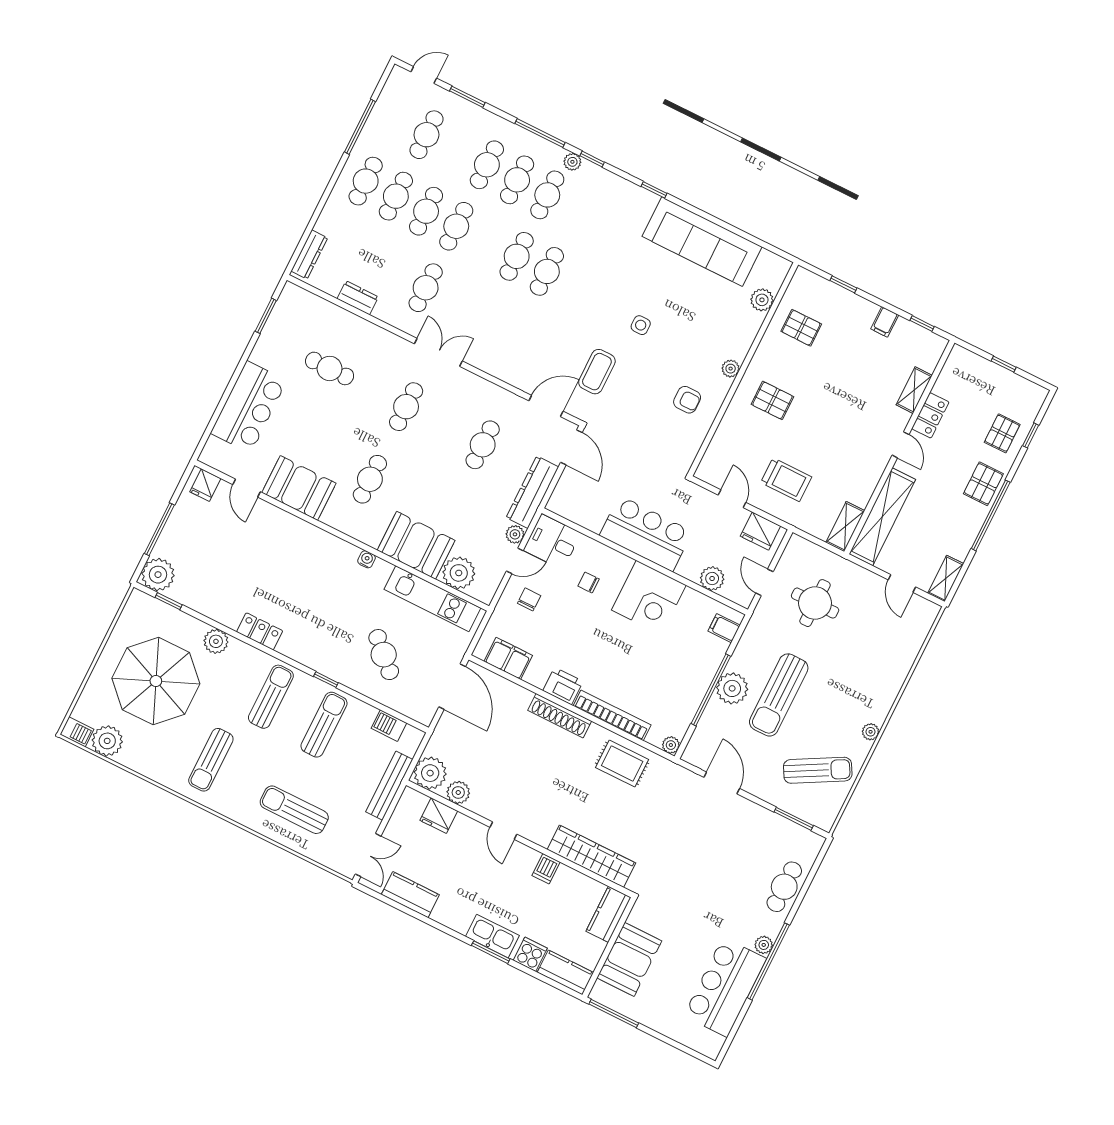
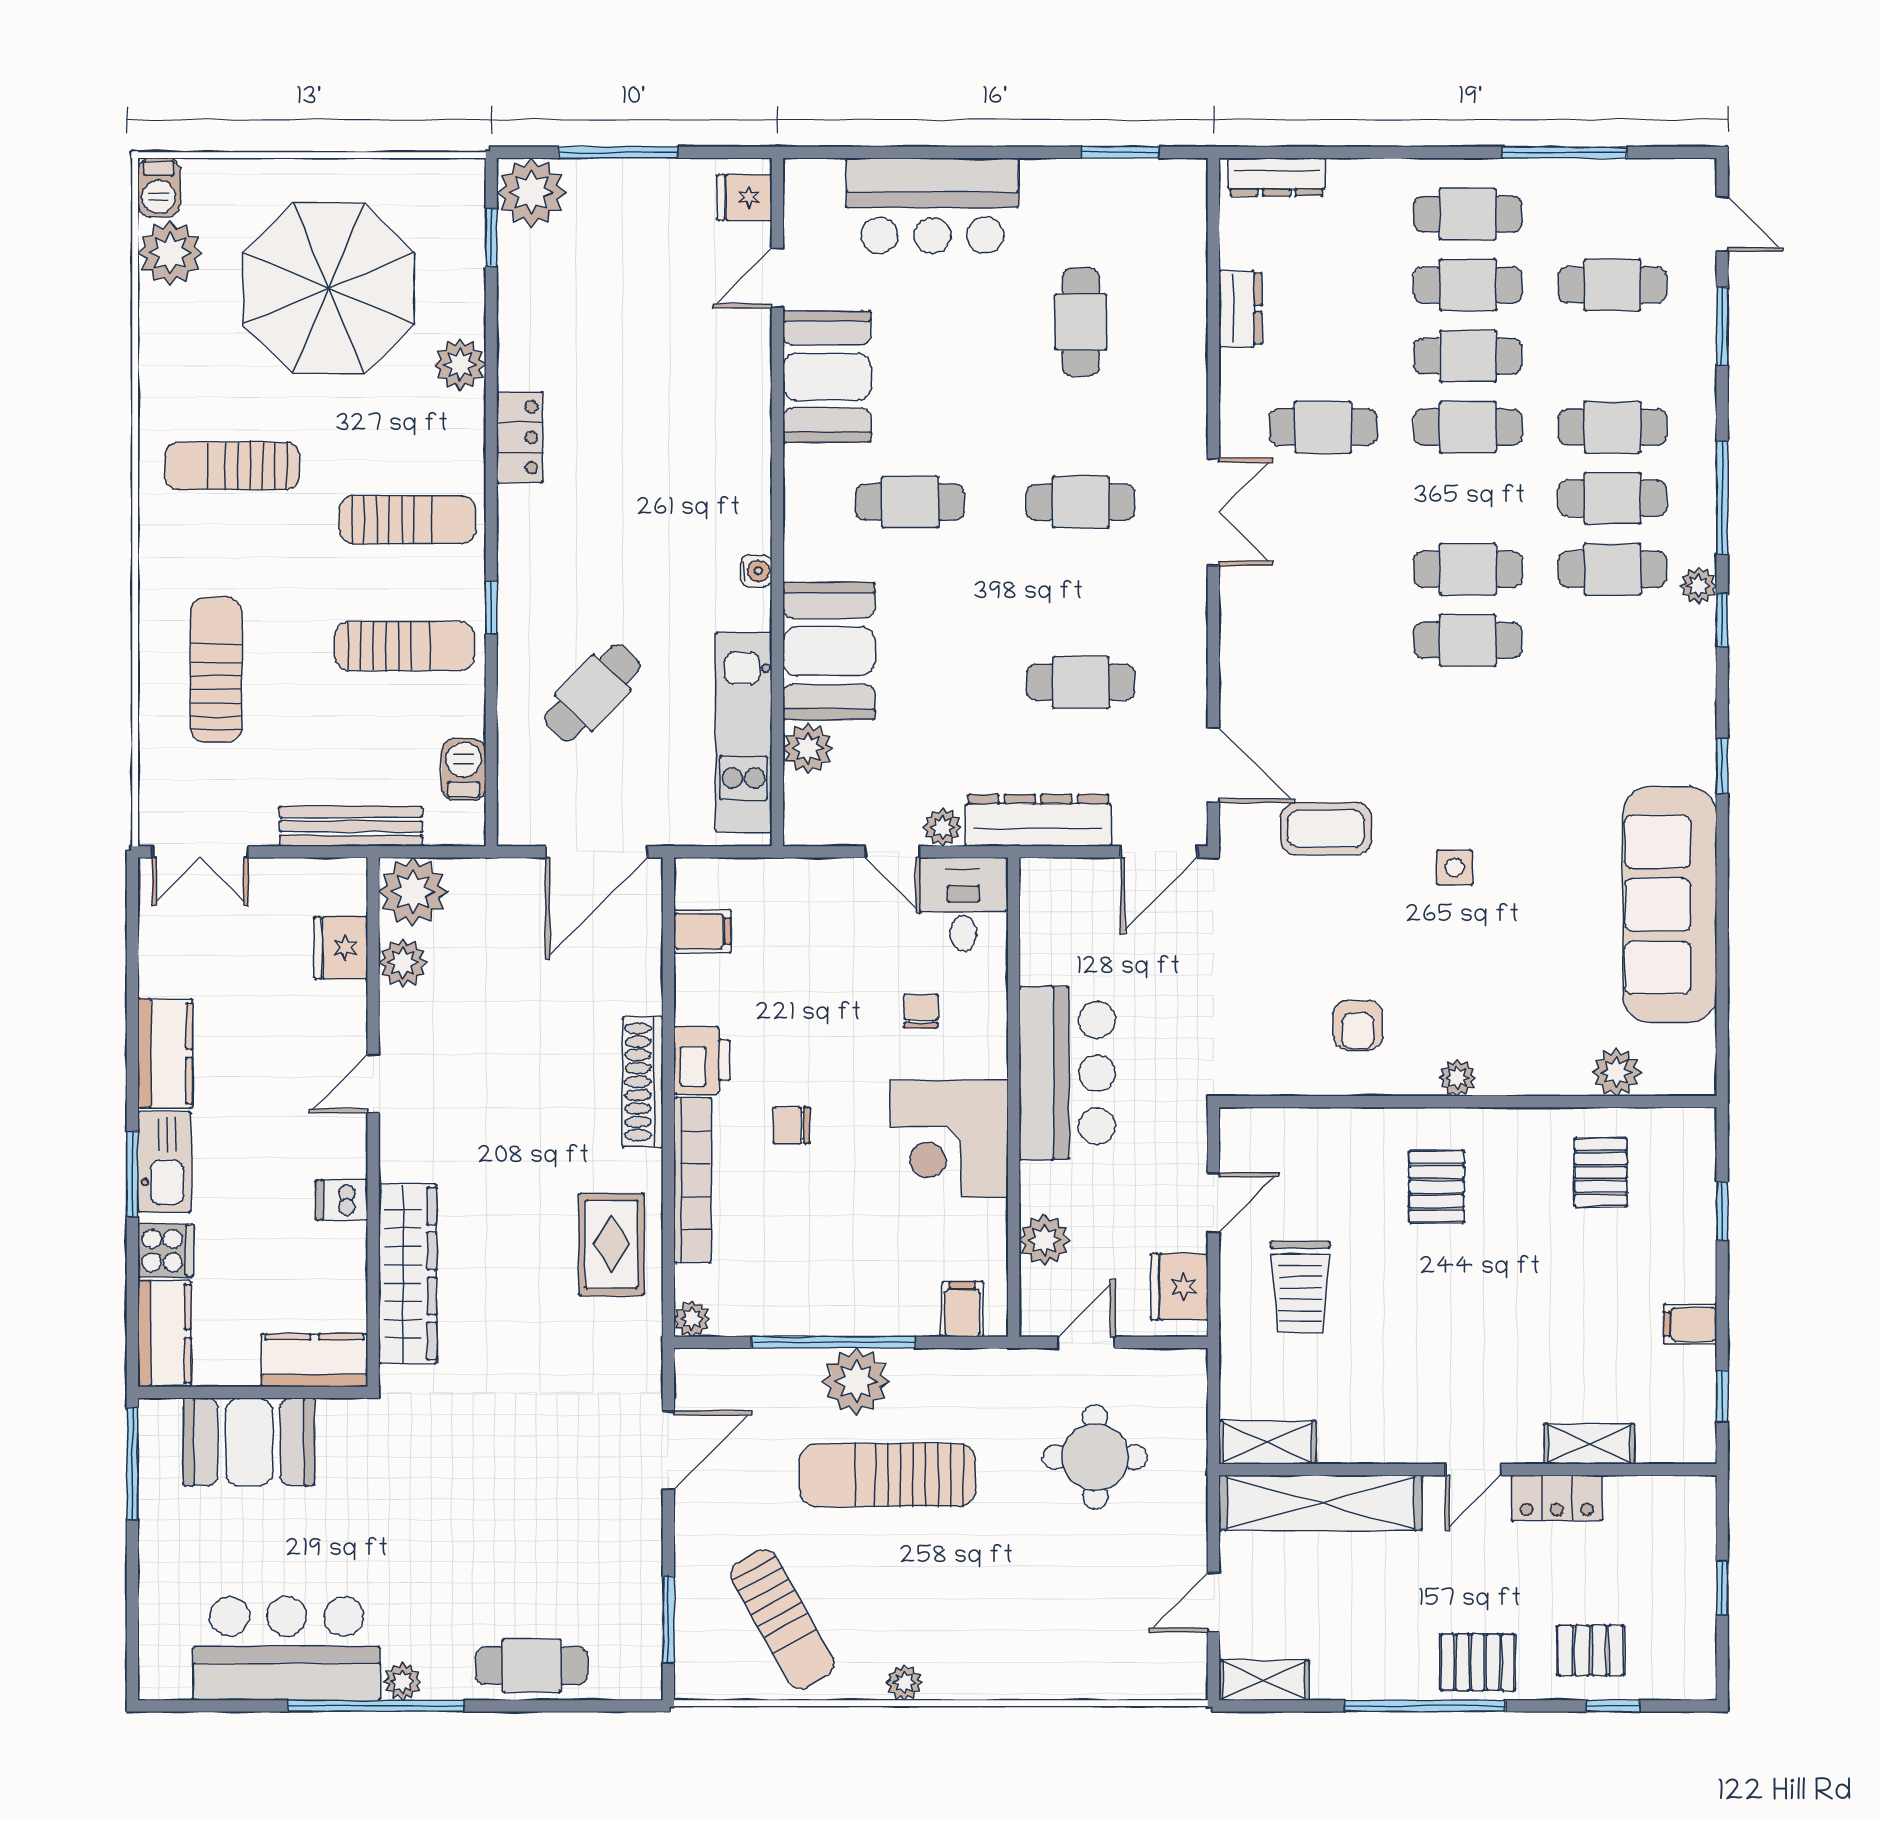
plant: (459, 573) -> (808, 748), width x0.73, depth x0.73
chair: (529, 599) -> (791, 1125), moved, turned 180
filing cabinet: (508, 658) -> (702, 931), width x0.50
kitchen counter: (410, 895) -> (165, 1053), moved

